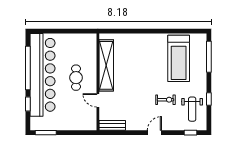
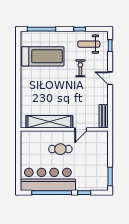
bar counter: (42, 75) -> (48, 179), width x0.73
weight bench: (192, 109) -> (89, 44), turned 180

